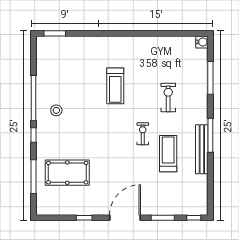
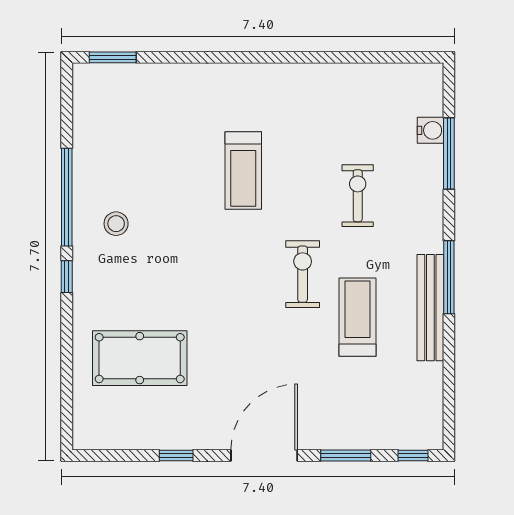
water cooler: (202, 42) -> (430, 130), moved
exercise bike: (143, 134) -> (303, 274), width x1.38, depth x1.39
window: (34, 177) -> (67, 367), removed

